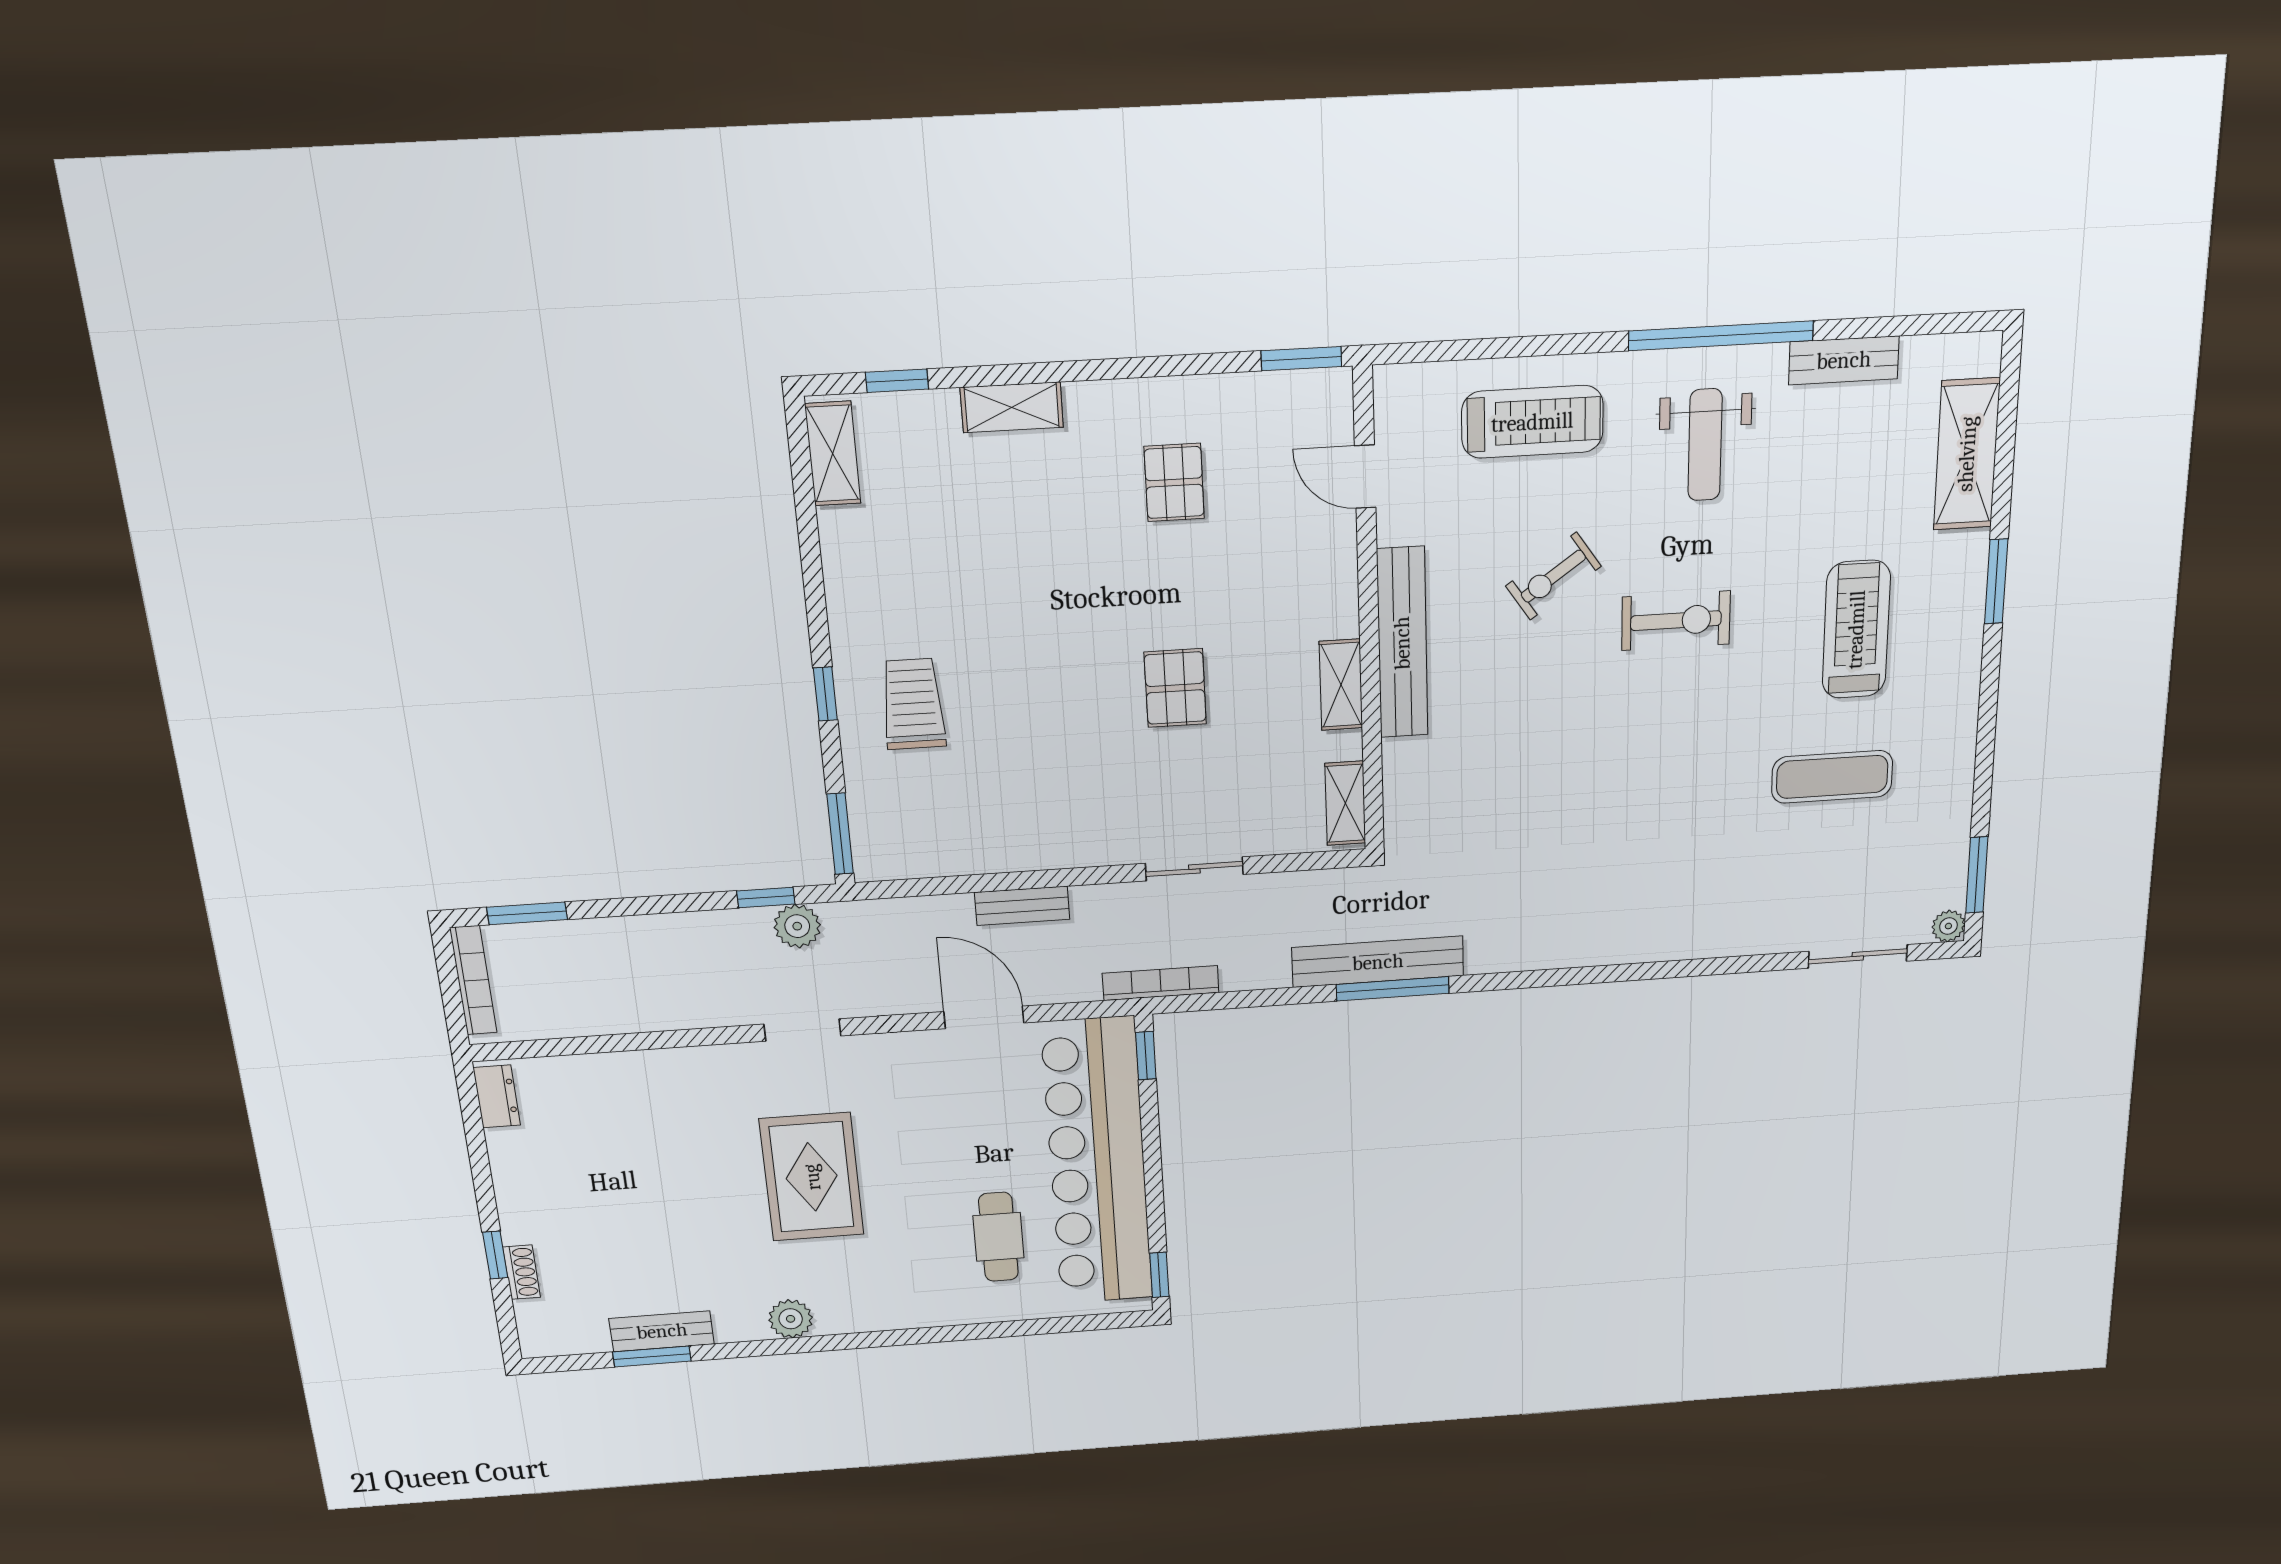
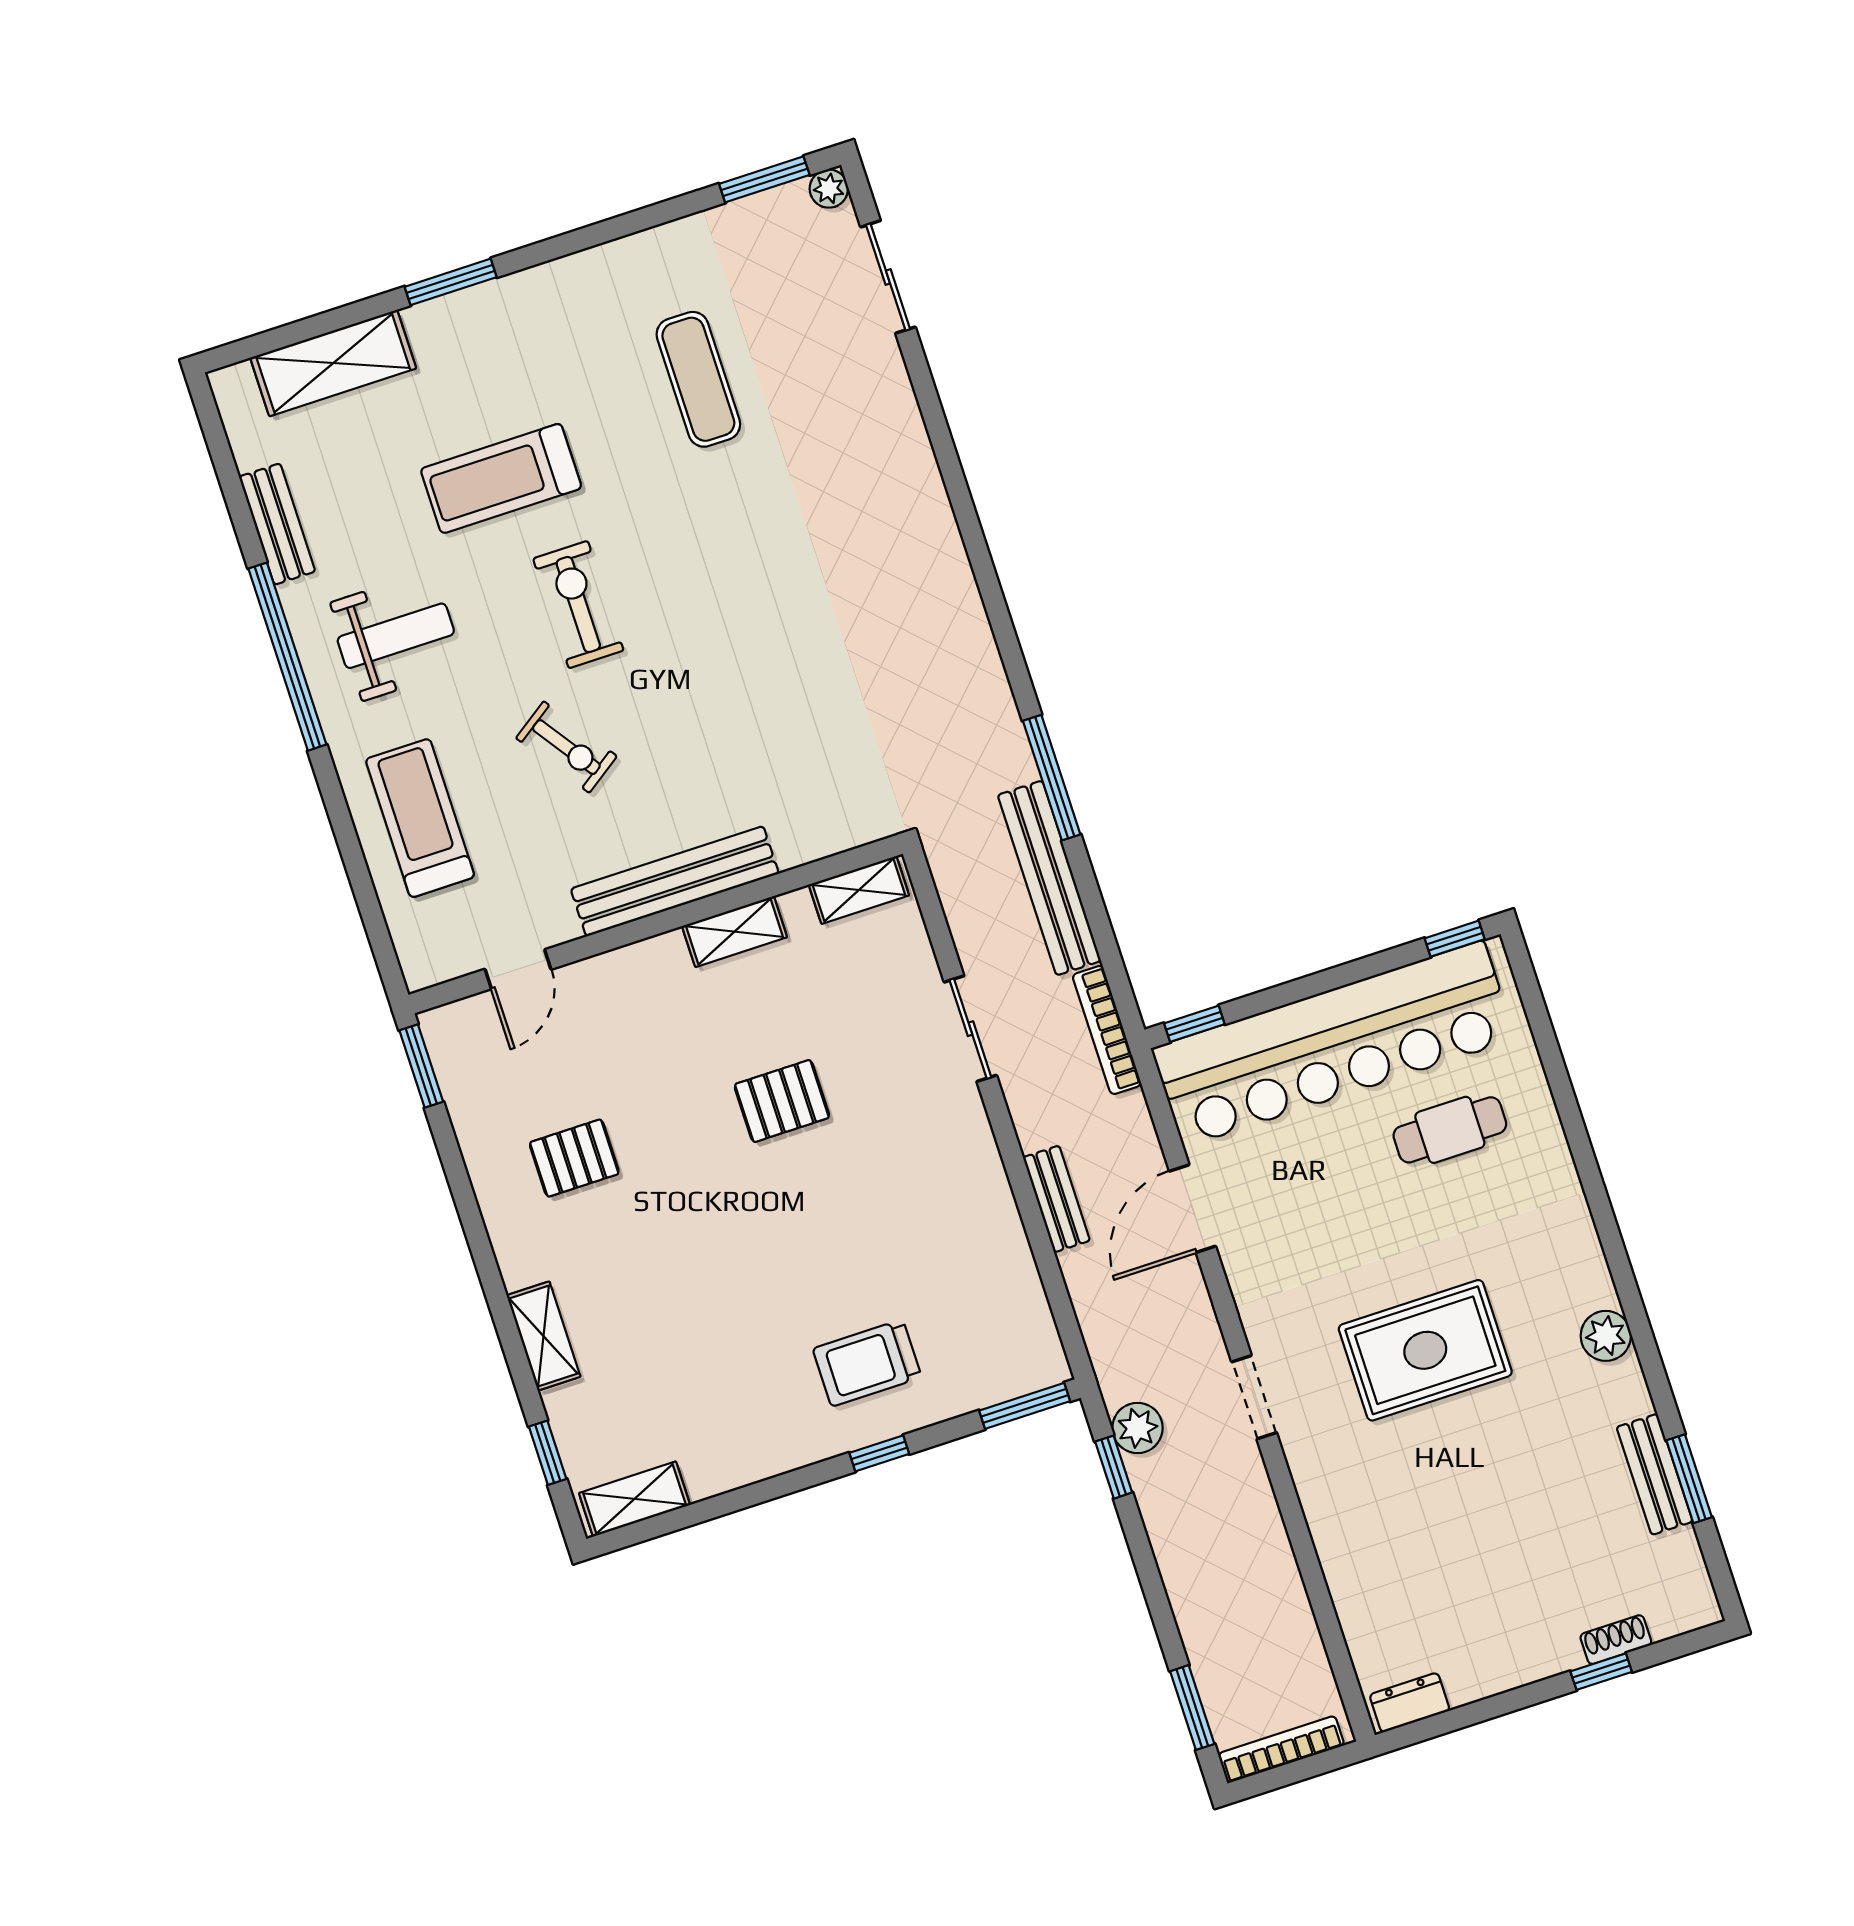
treadmill: (1856, 630) -> (501, 478), moved
bench: (1378, 962) -> (1049, 878), moved

